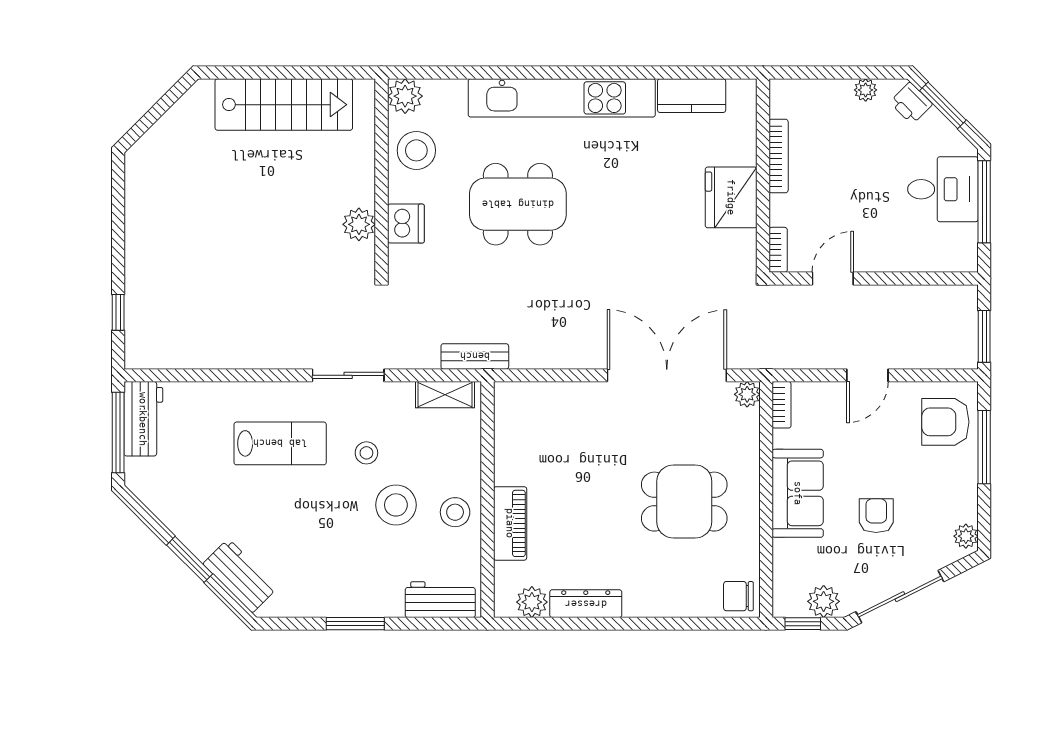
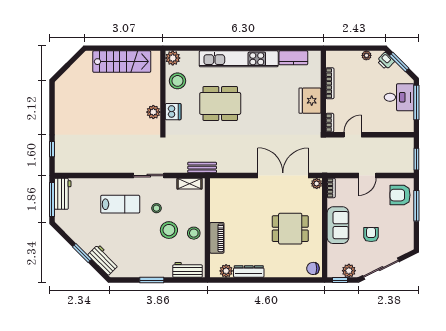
plant: (966, 536) -> (409, 243), removed

